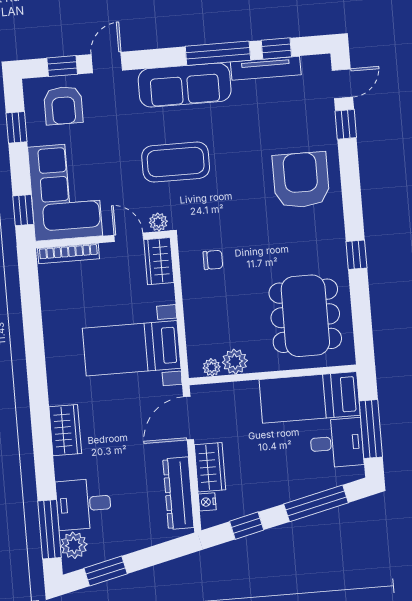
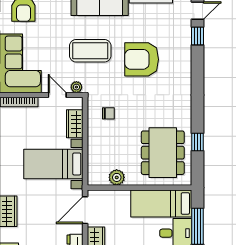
armchair: (301, 180) -> (142, 59), moved, turned -90
window: (356, 255) -> (198, 142), moved
wardrobe: (159, 261) -> (75, 124), moved
plant: (212, 367) -> (102, 180), removed

